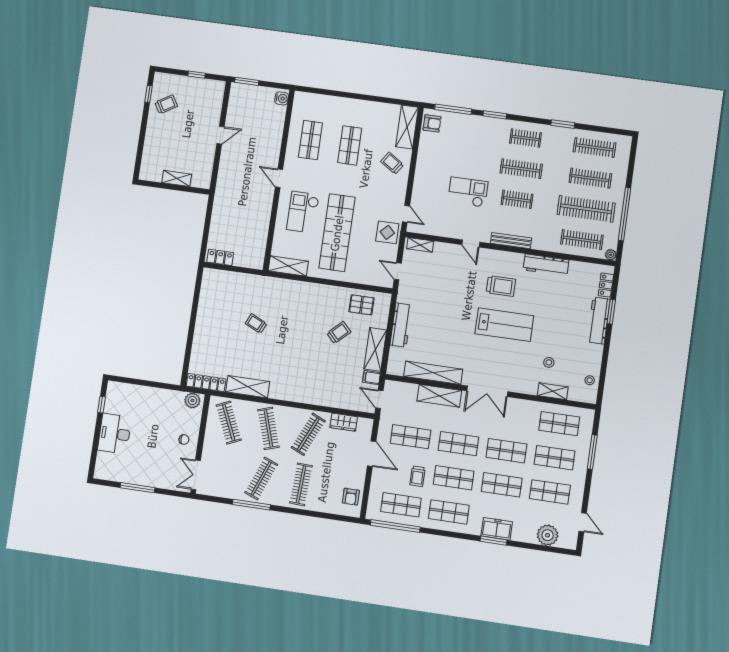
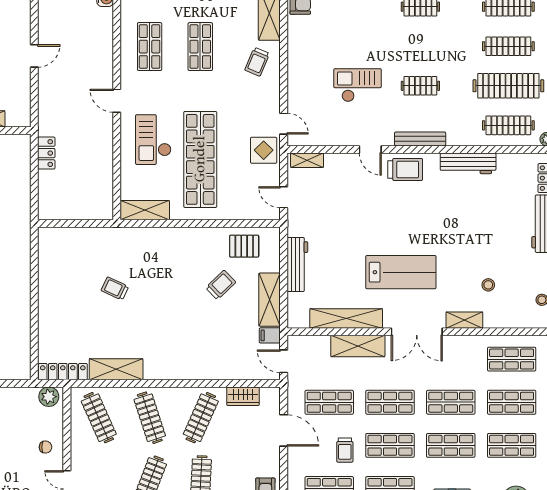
trolley: (392, 163) -> (257, 62), turned -101
clothes rail: (521, 169) -> (420, 46), removed
locker: (220, 257) -> (46, 153), moved, turned 90
trolley: (501, 286) -> (405, 169), moved
lab bench: (504, 325) -> (401, 272), moved
shelving: (553, 391) -> (464, 320), moved

